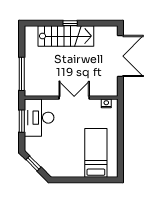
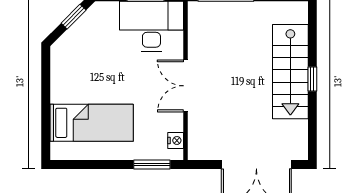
double door: (74, 98) -> (186, 86), swing flipped
window: (120, 117) -> (152, 164), added

